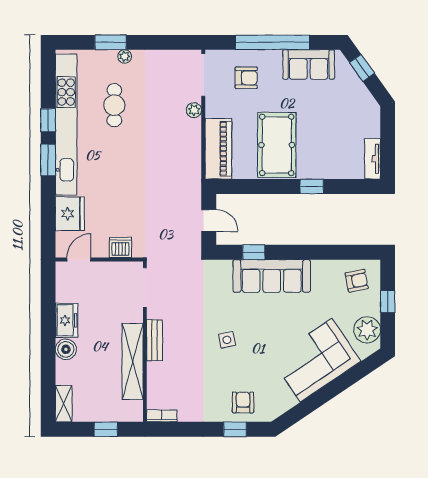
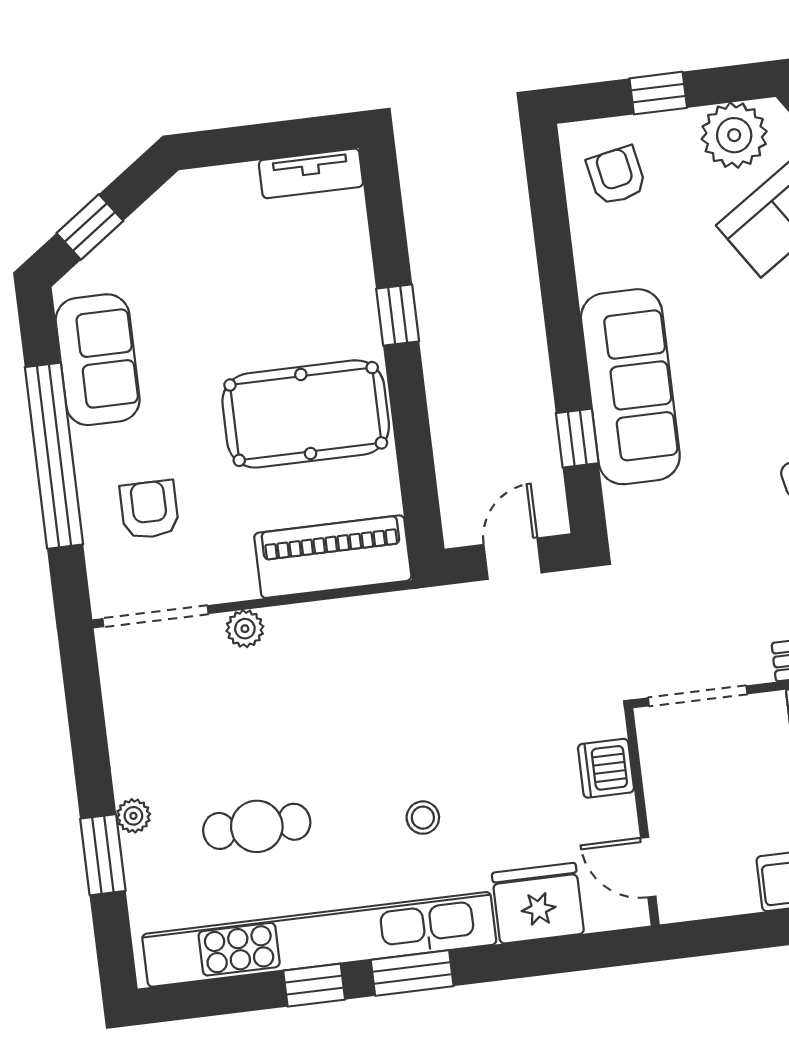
stool: (110, 172) -> (423, 818), added

